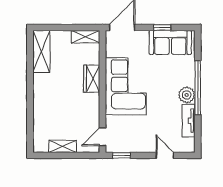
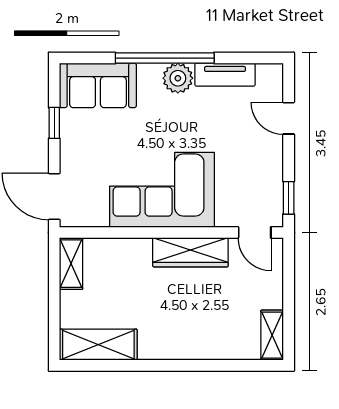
sofa: (170, 42) -> (98, 85), moved, turned 90
wardrobe: (92, 79) -> (190, 252), moved, width x1.50
shelving: (63, 146) -> (272, 335), moved
door: (165, 155) -> (289, 118), hinge flipped

